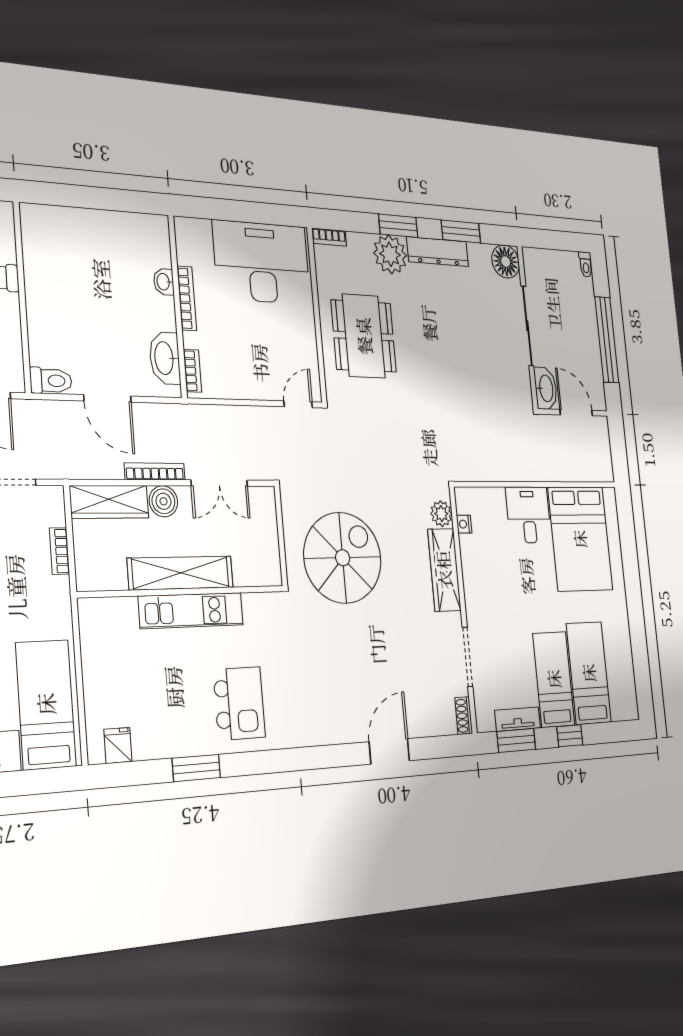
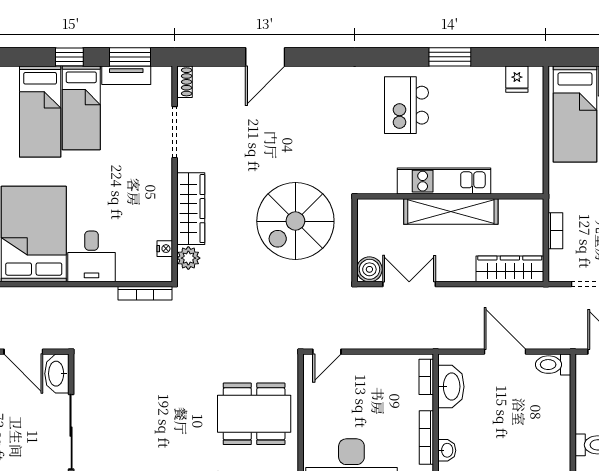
dining table: (364, 336) -> (254, 414), turned 90
bookcase: (155, 472) -> (145, 293), moved
boiler: (163, 501) -> (369, 269), moved

